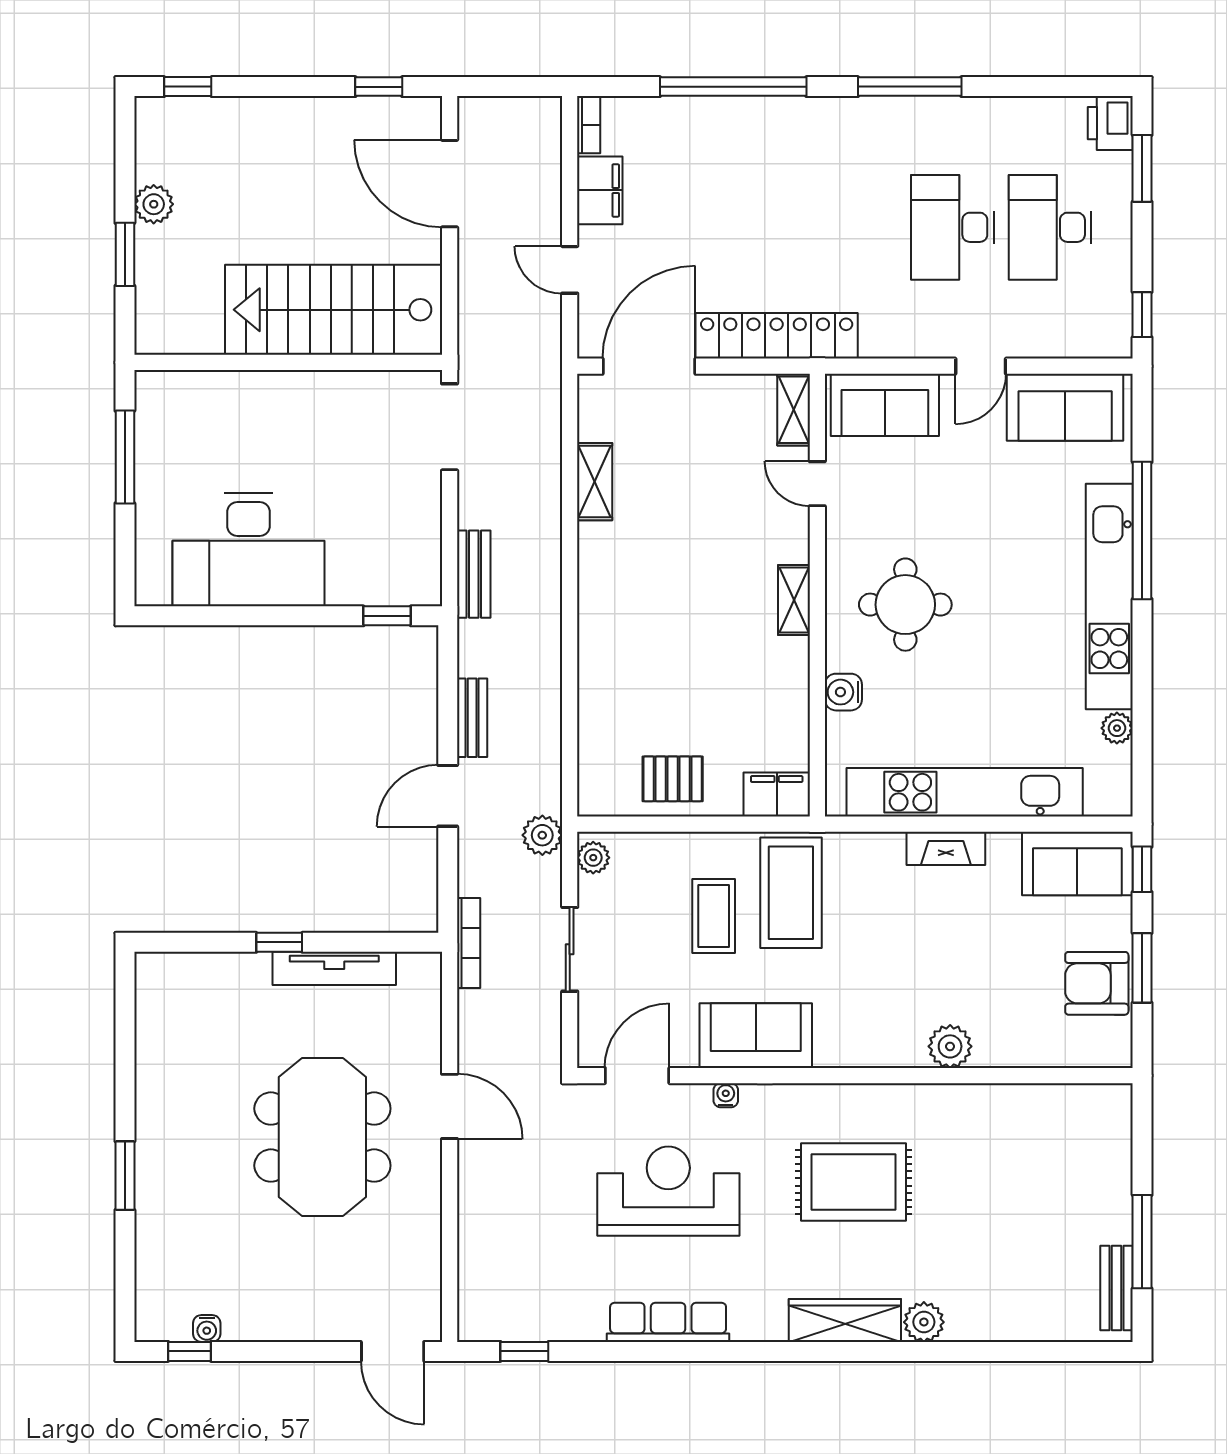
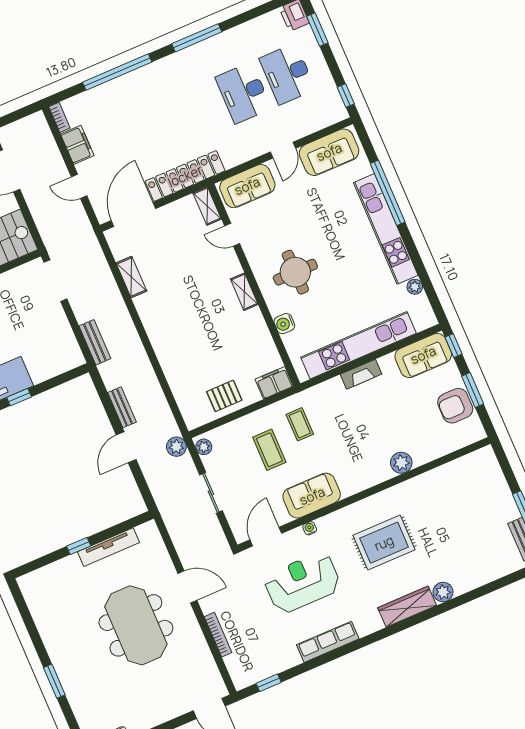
window: (387, 616) -> (19, 397), moved
coffee table: (791, 893) -> (300, 424), width x0.54, depth x0.58
bookcase: (469, 943) -> (218, 635), moved

